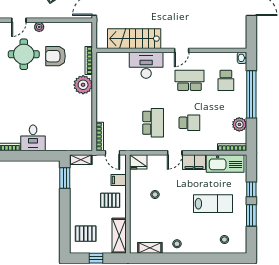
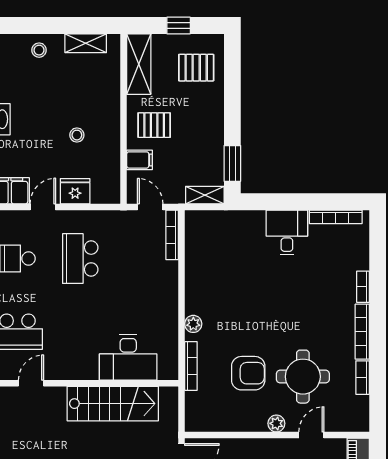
desk: (146, 65) -> (128, 358), moved
plant: (83, 85) -> (193, 324), width x0.53, depth x0.53
fridge: (138, 162) -> (75, 191), moved

